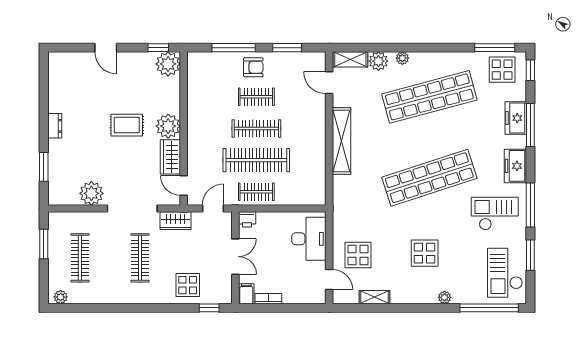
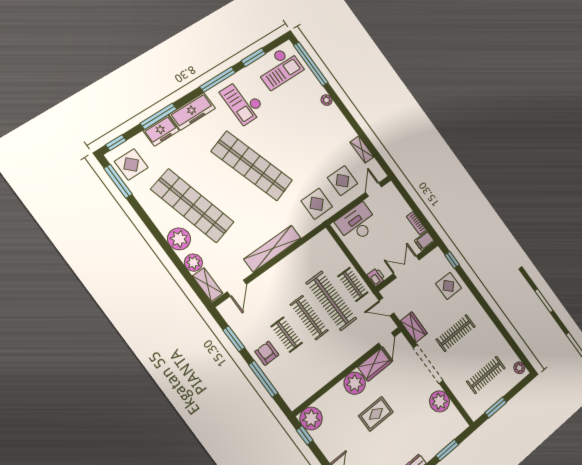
plant: (402, 58) -> (179, 239), width x1.88, depth x1.88
rug: (127, 125) -> (376, 414), turned 90
freezer: (515, 166) -> (192, 111), width x1.40
display table: (425, 253) -> (317, 204), moved

